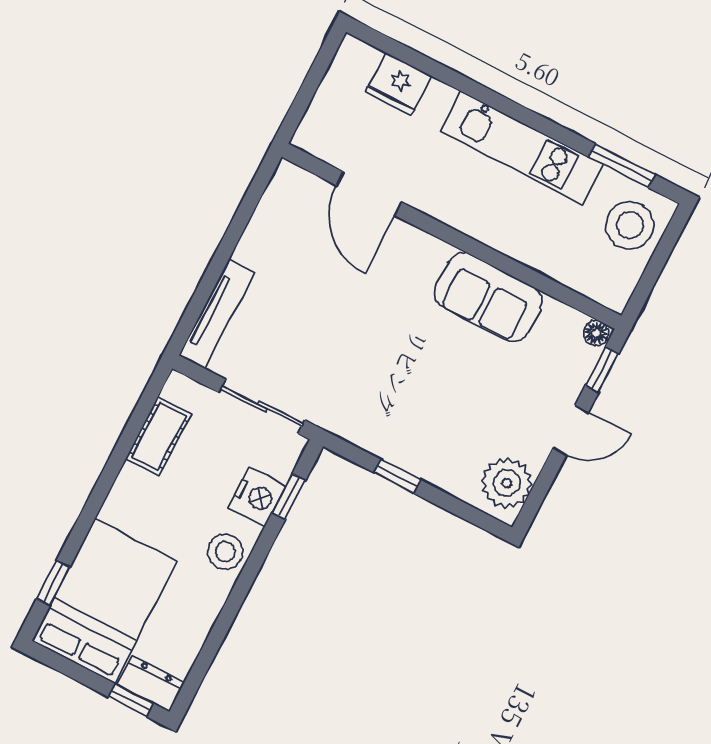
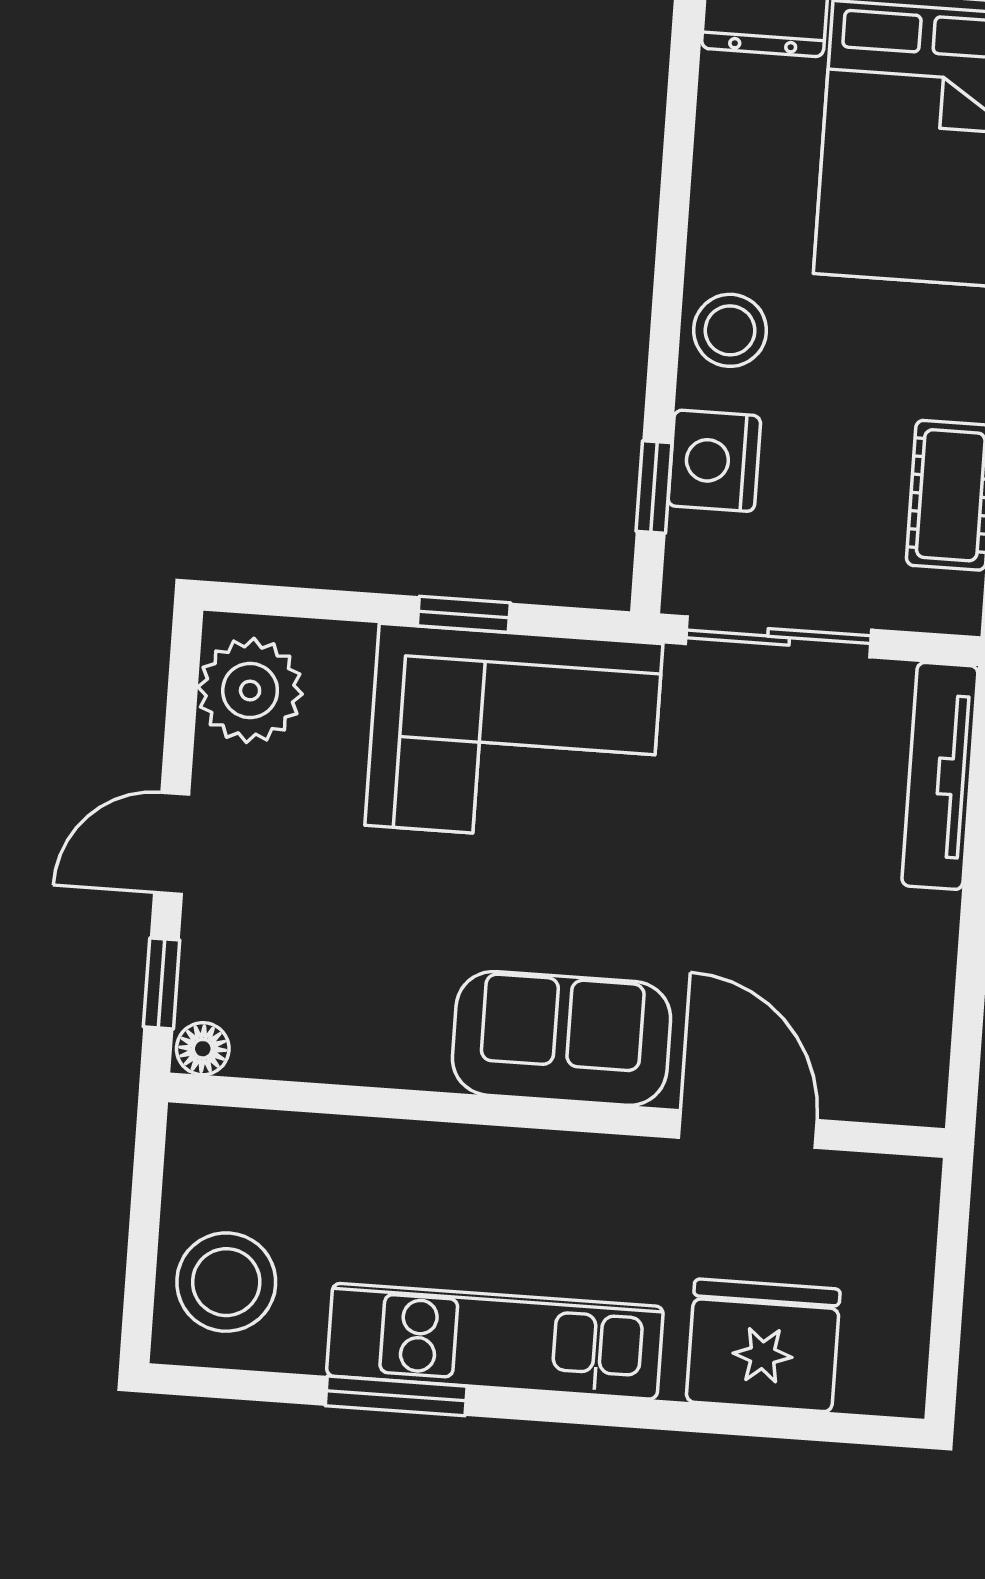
fridge: (399, 84) -> (763, 1345), width x1.36, depth x1.34
window: (622, 166) -> (396, 1396), moved
sofa: (488, 297) -> (562, 1038), moved
corner sofa: (398, 413) -> (514, 734), added

